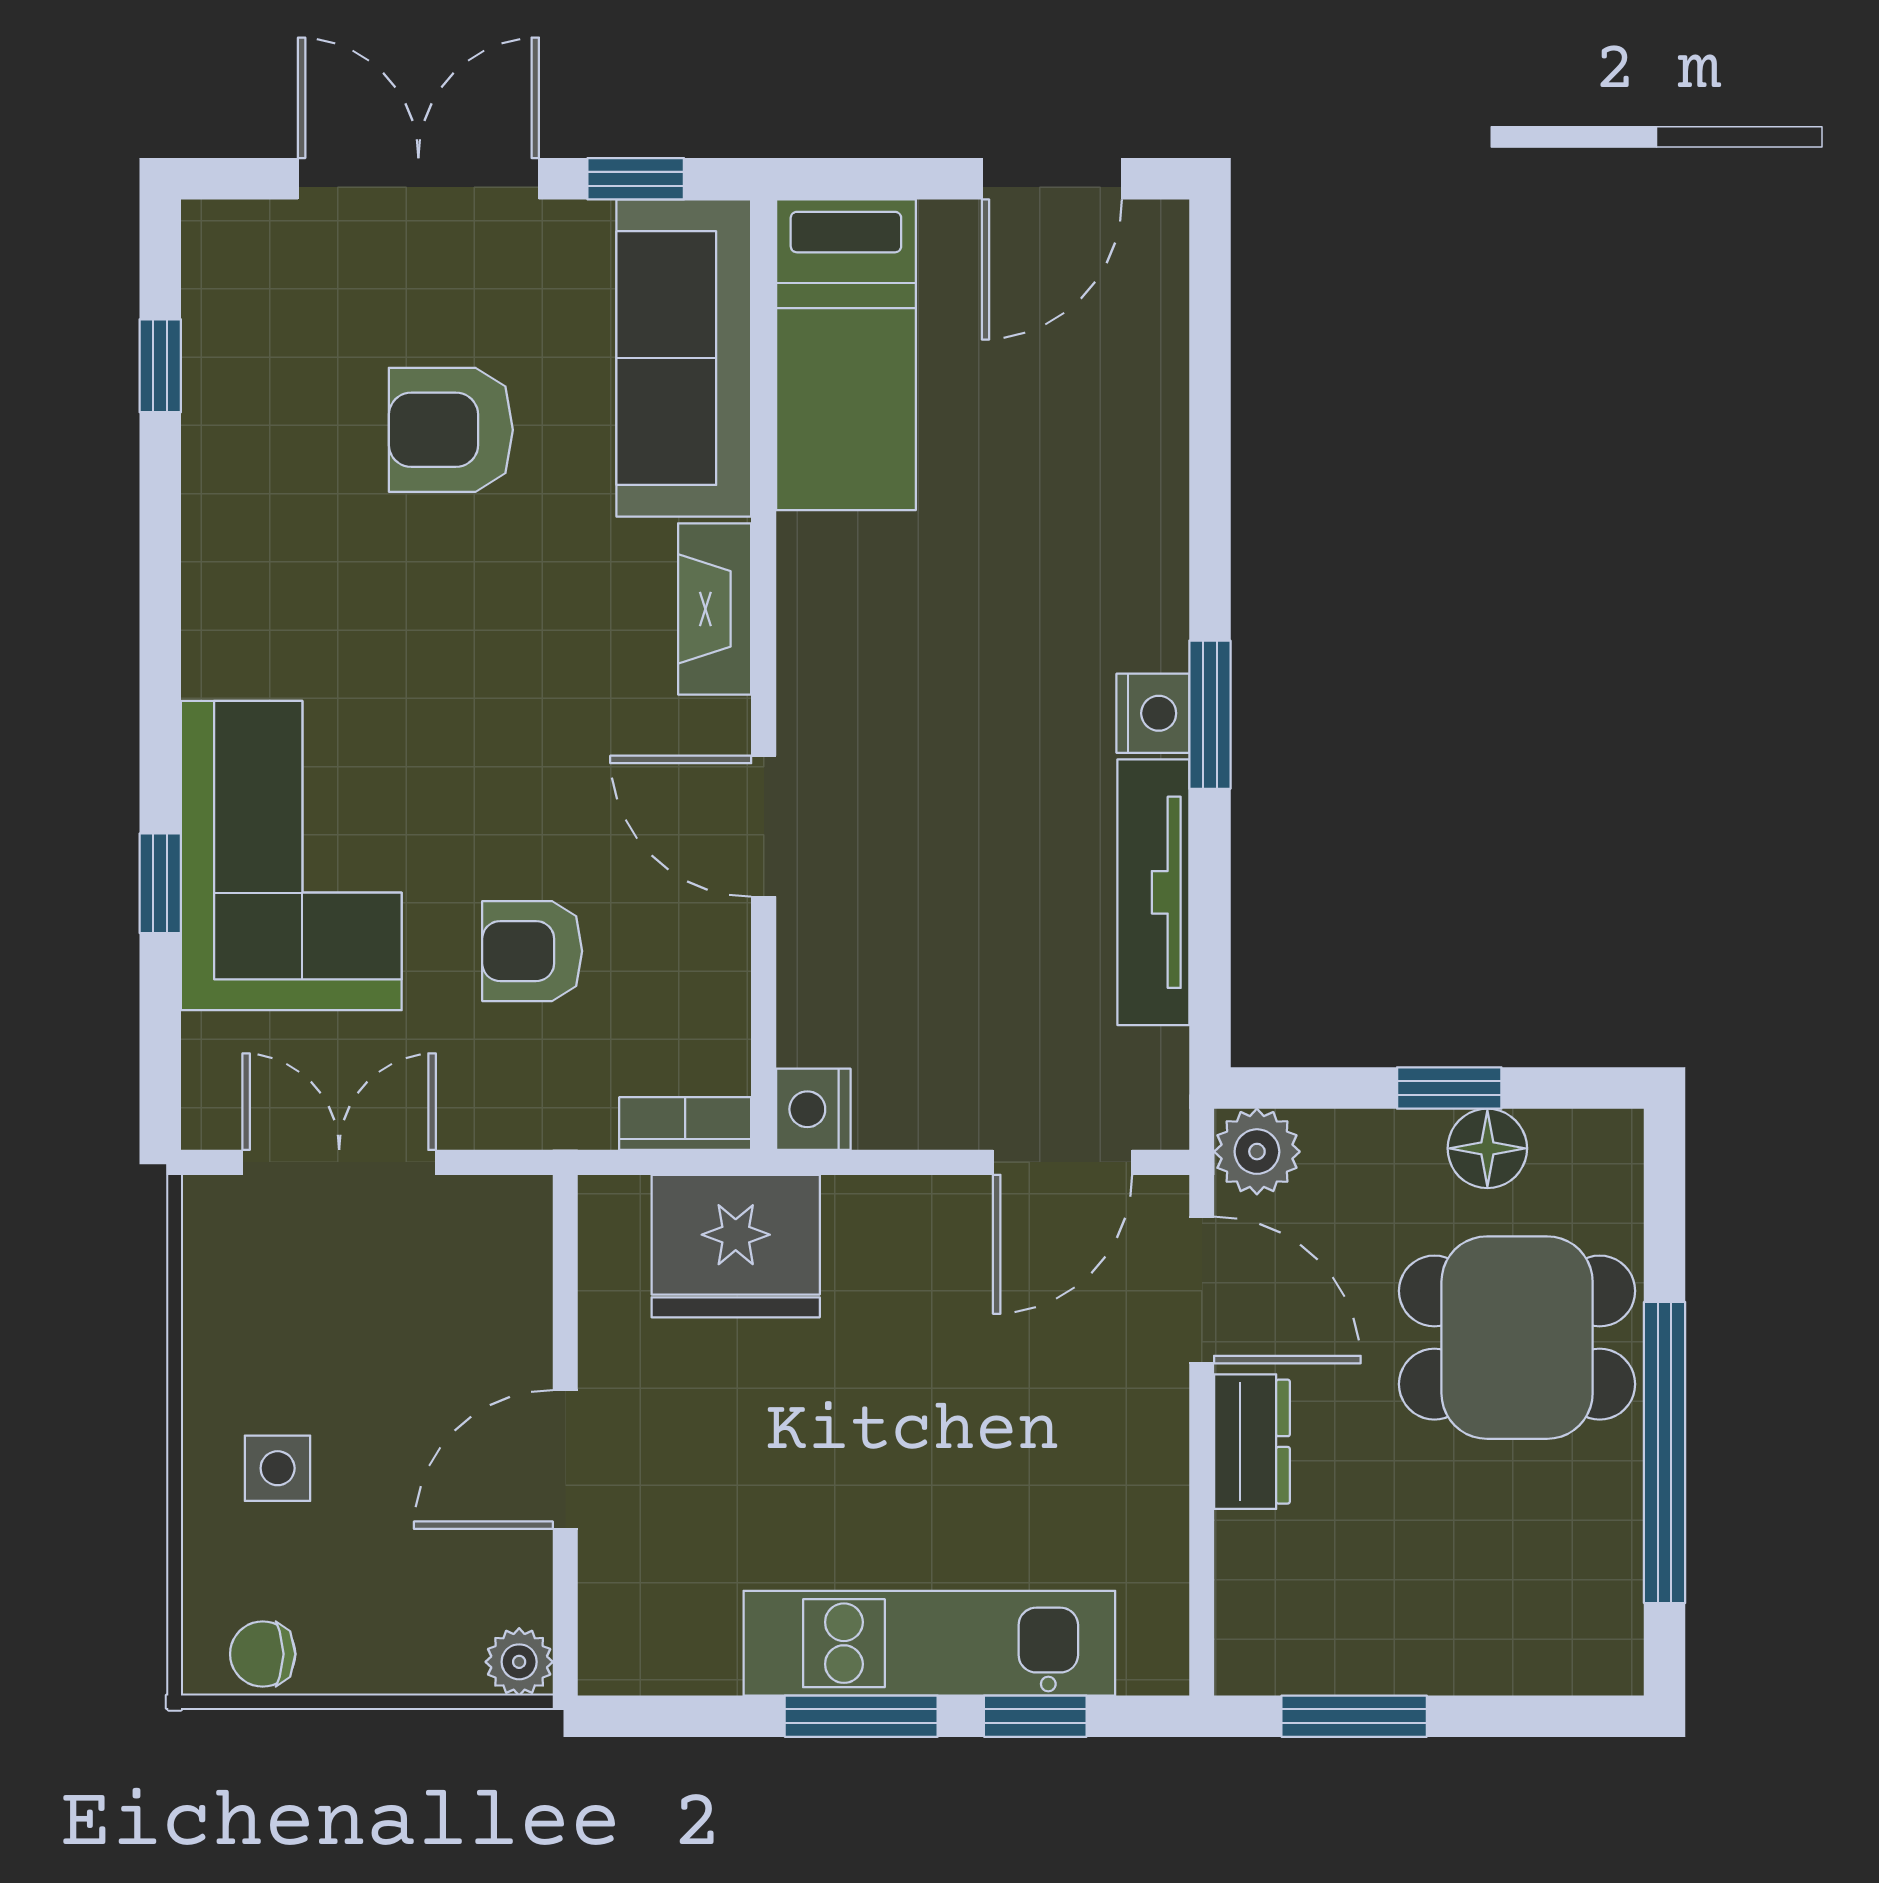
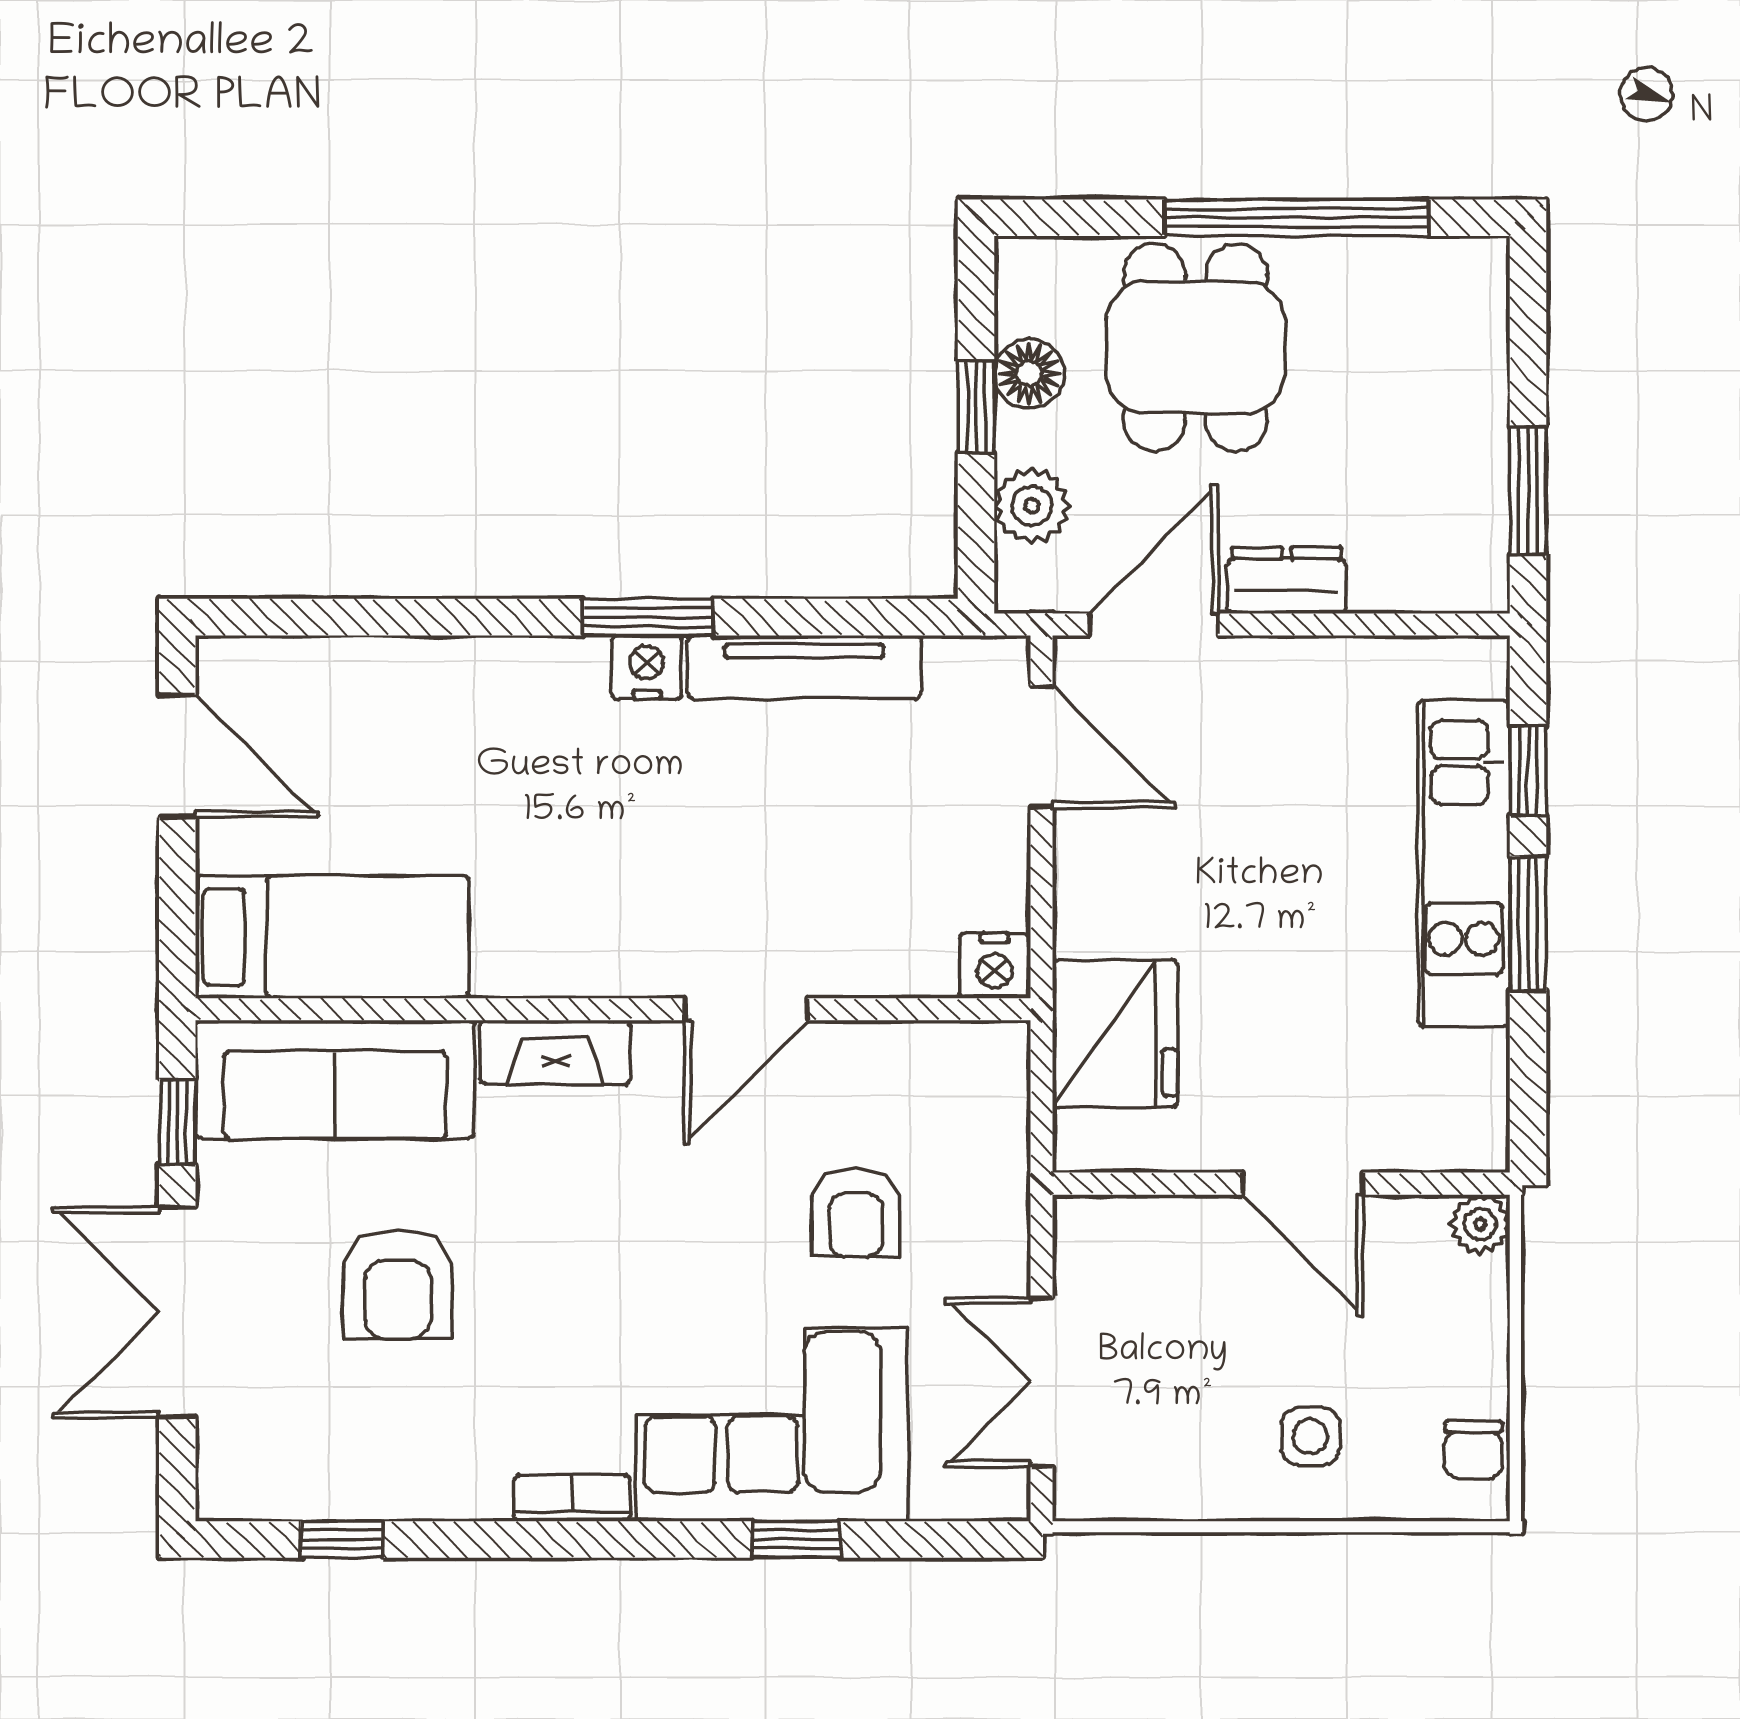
bookcase: (685, 1124) -> (572, 1498), moved, turned 90
plant: (1257, 1152) -> (1032, 506), moved

